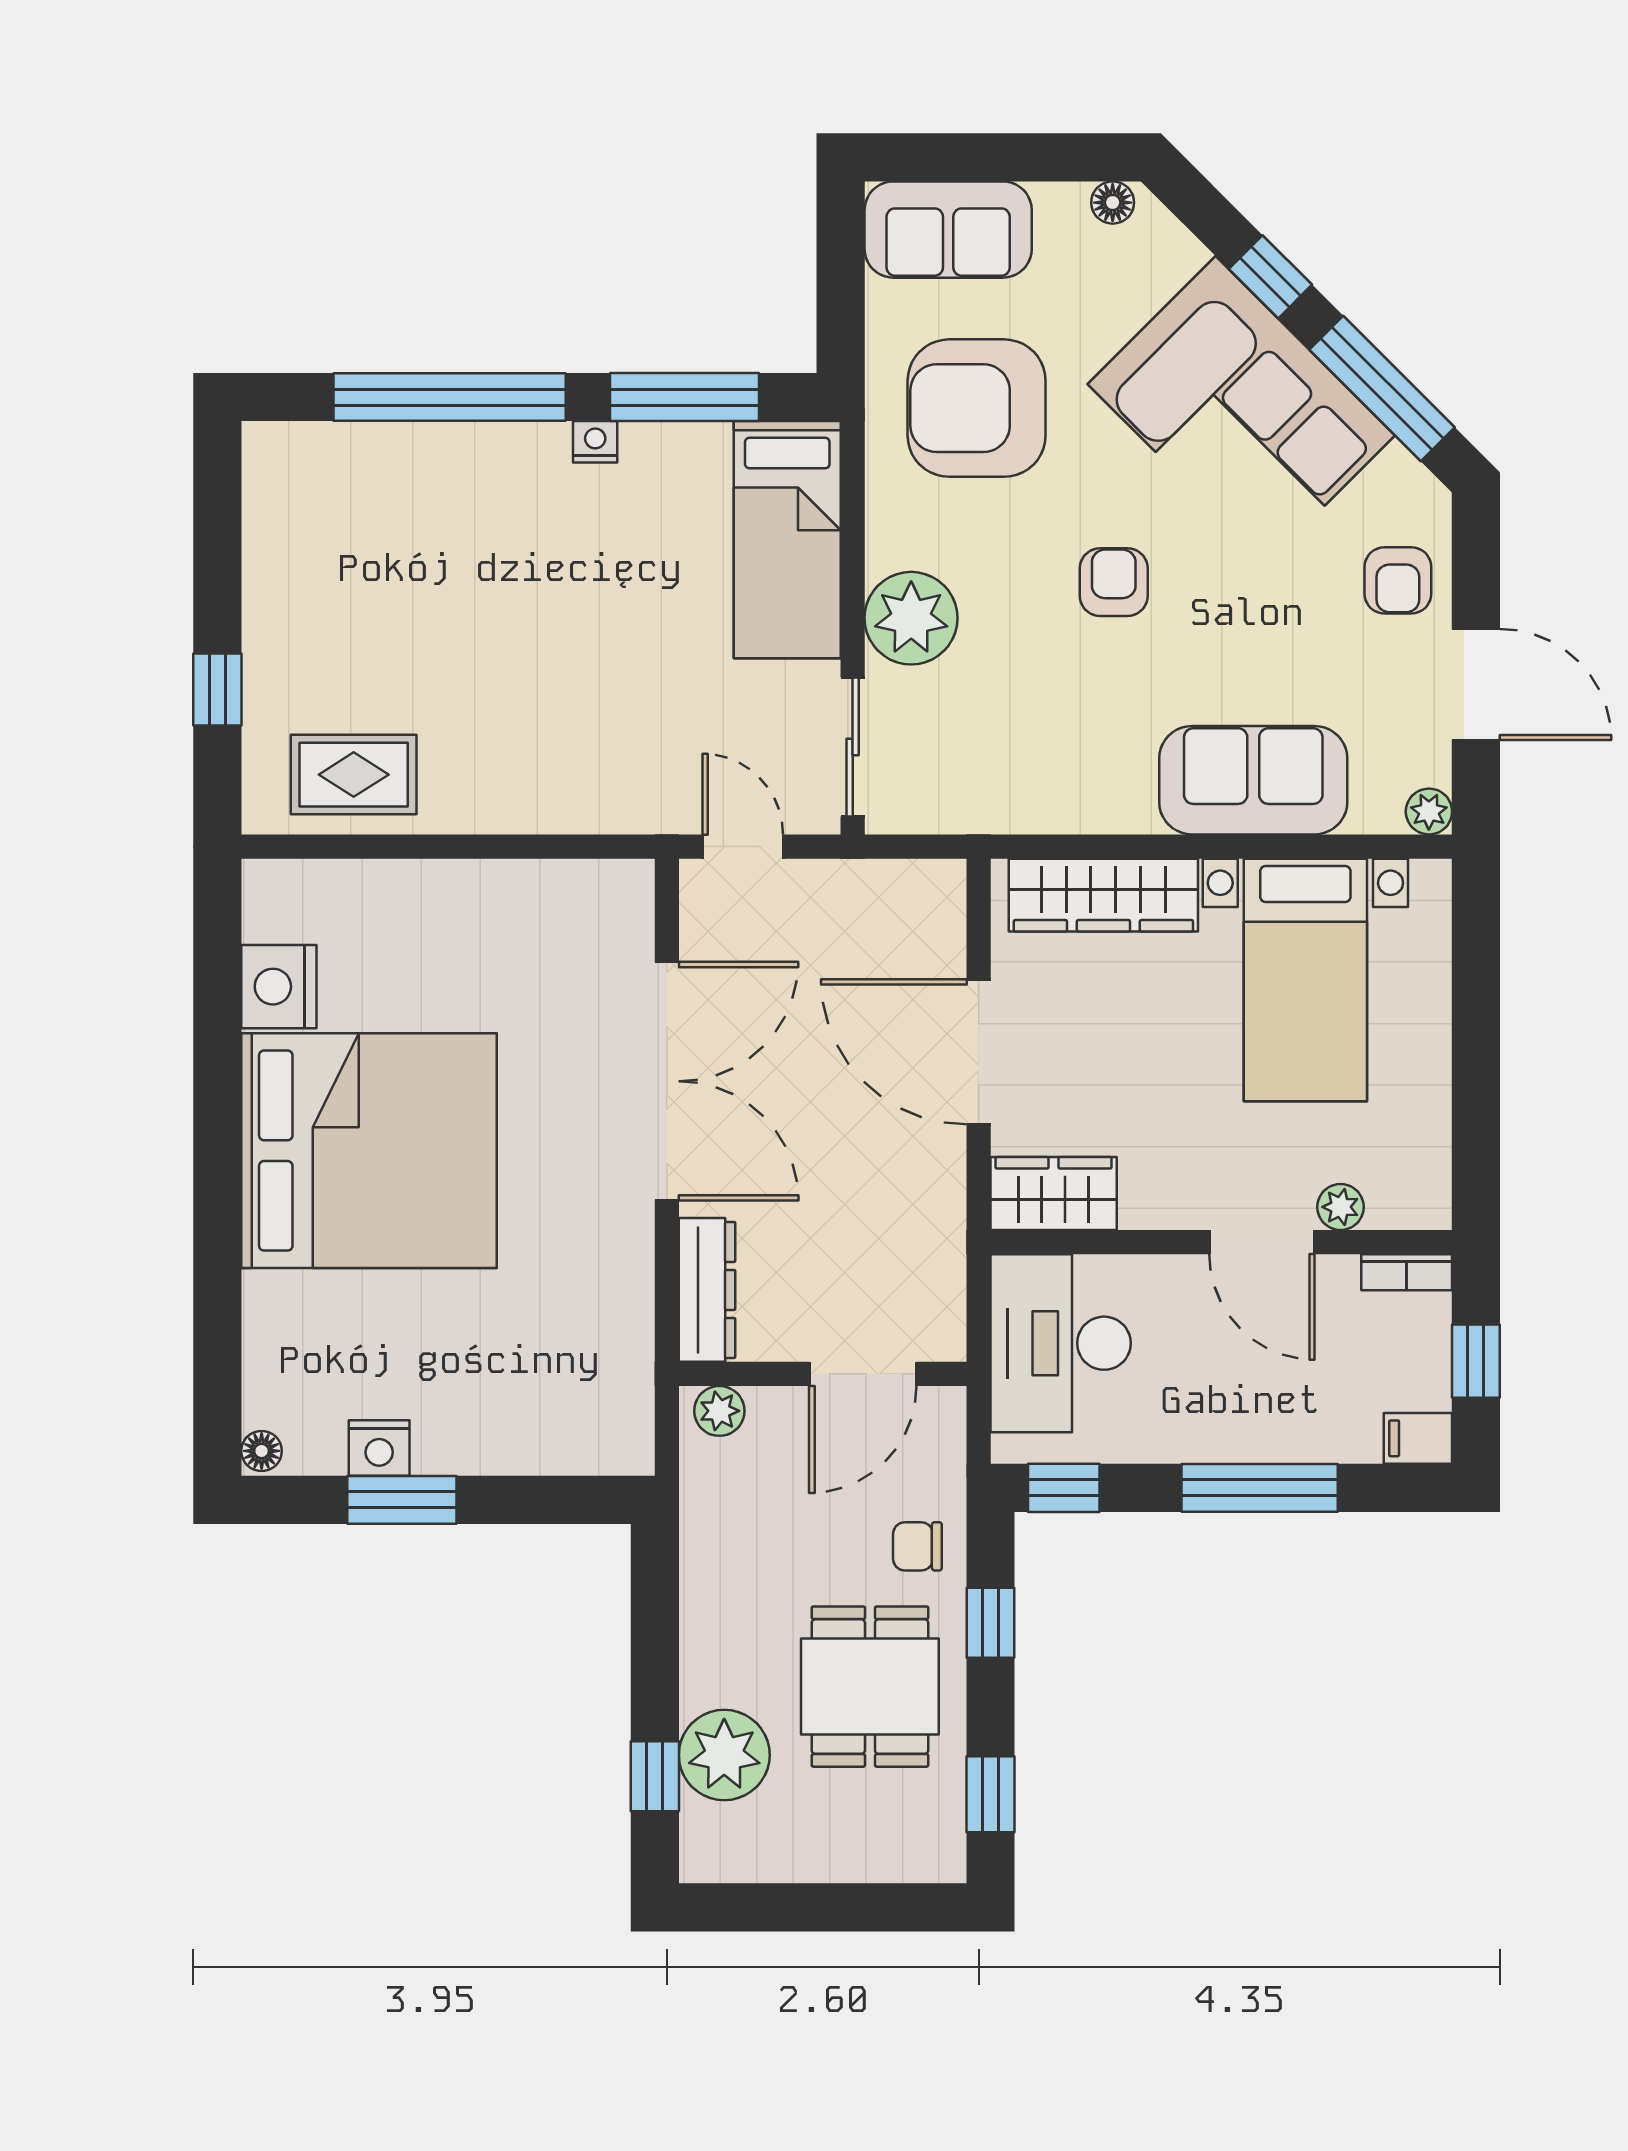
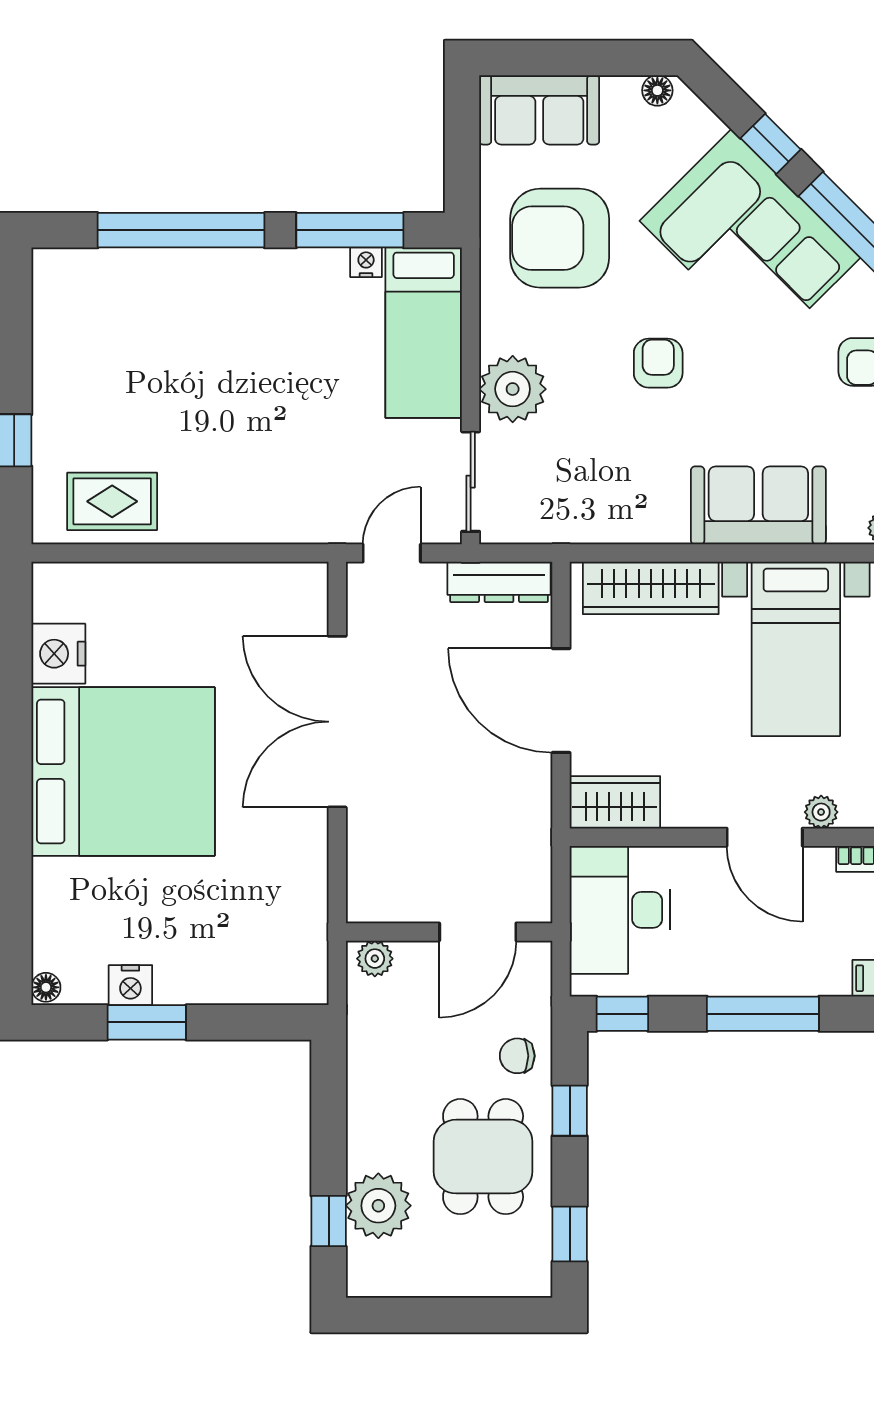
nightstand: (595, 442) -> (366, 262), moved
door: (743, 847) -> (392, 553), hinge flipped
double door: (667, 1081) -> (337, 722), swing flipped
dresser: (707, 1290) -> (499, 582), moved, turned 90

